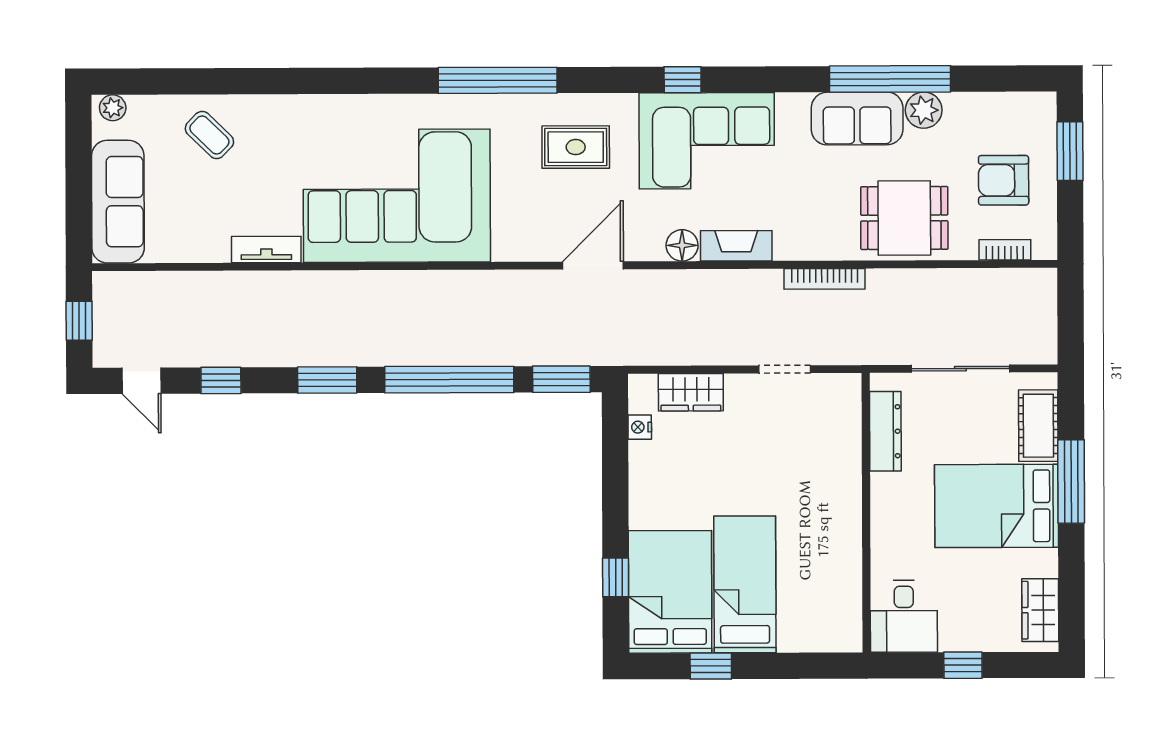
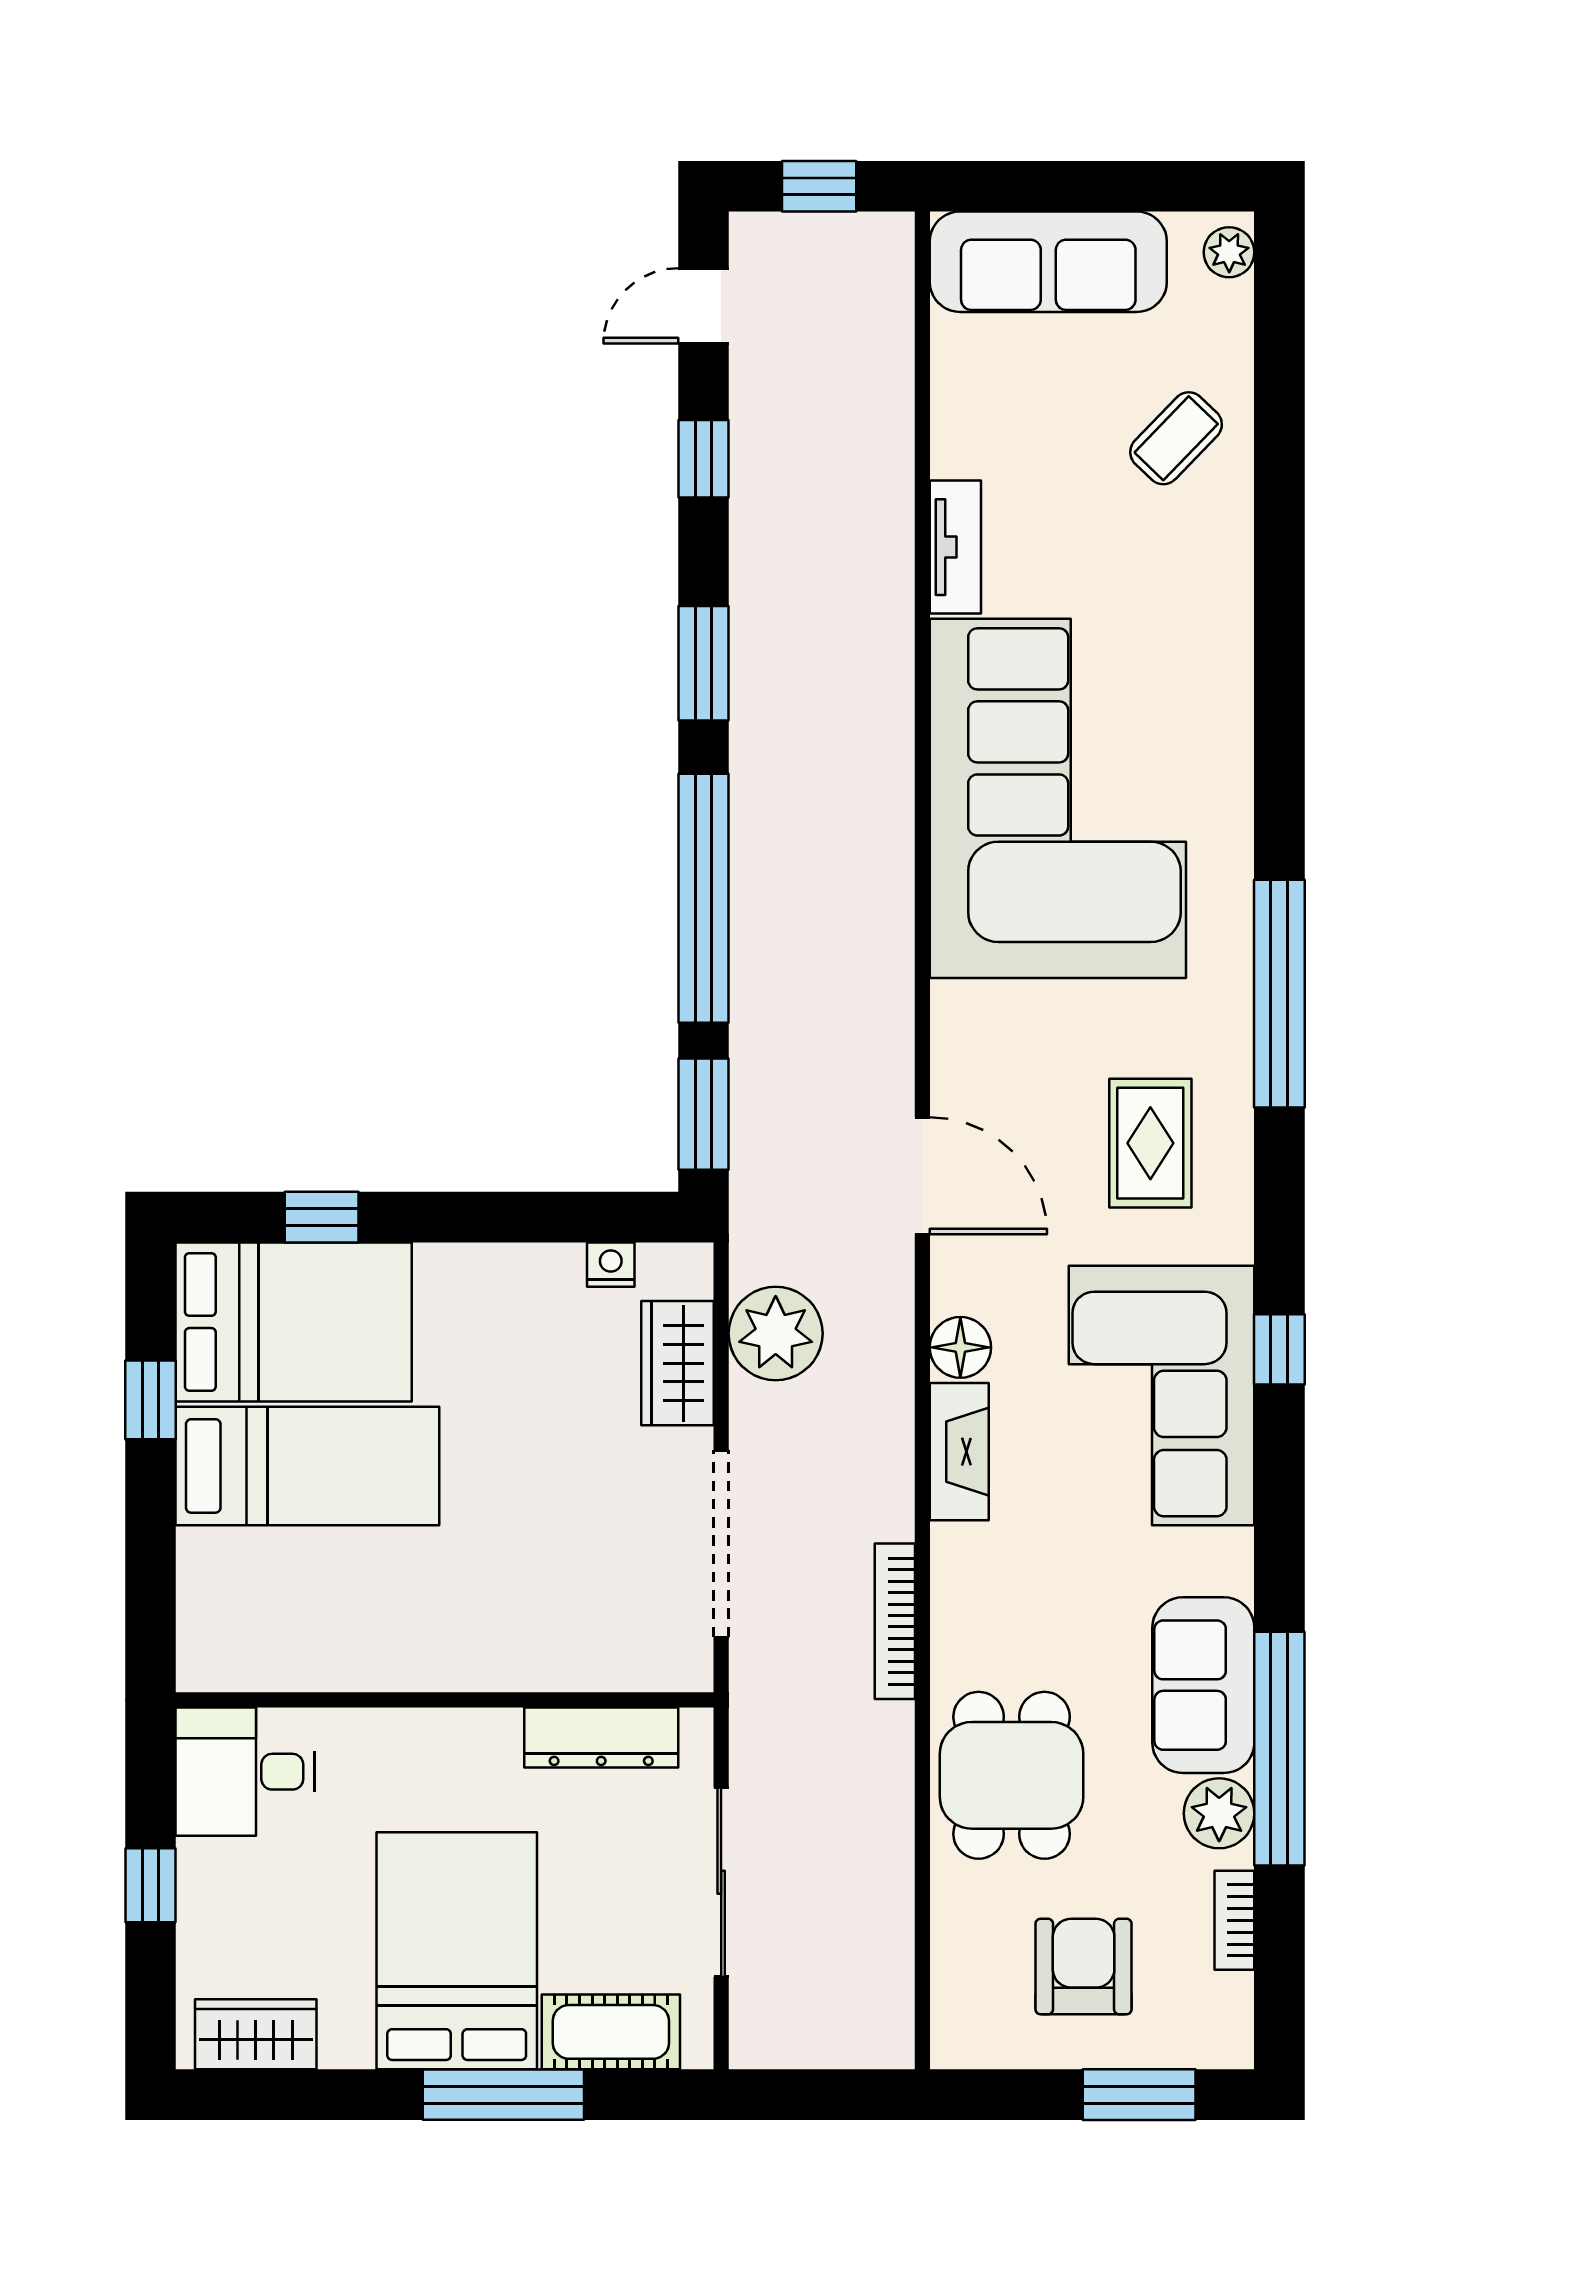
bookcase: (1005, 250) -> (1234, 1920), moved, turned 180
plant: (675, 341) -> (776, 1334), added
doorway: (785, 369) -> (721, 1544), width x1.87

